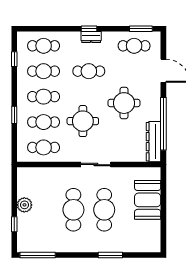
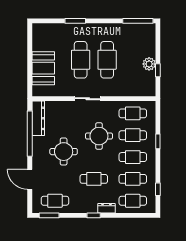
dresser: (91, 37) -> (106, 208), moved
window: (14, 224) -> (158, 70), moved

